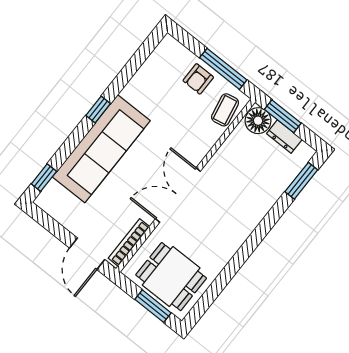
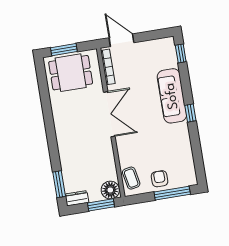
window: (223, 69) -> (172, 193), moved
dresser: (284, 136) -> (77, 198), moved
sofa: (101, 149) -> (172, 96), width x0.74, depth x0.79

